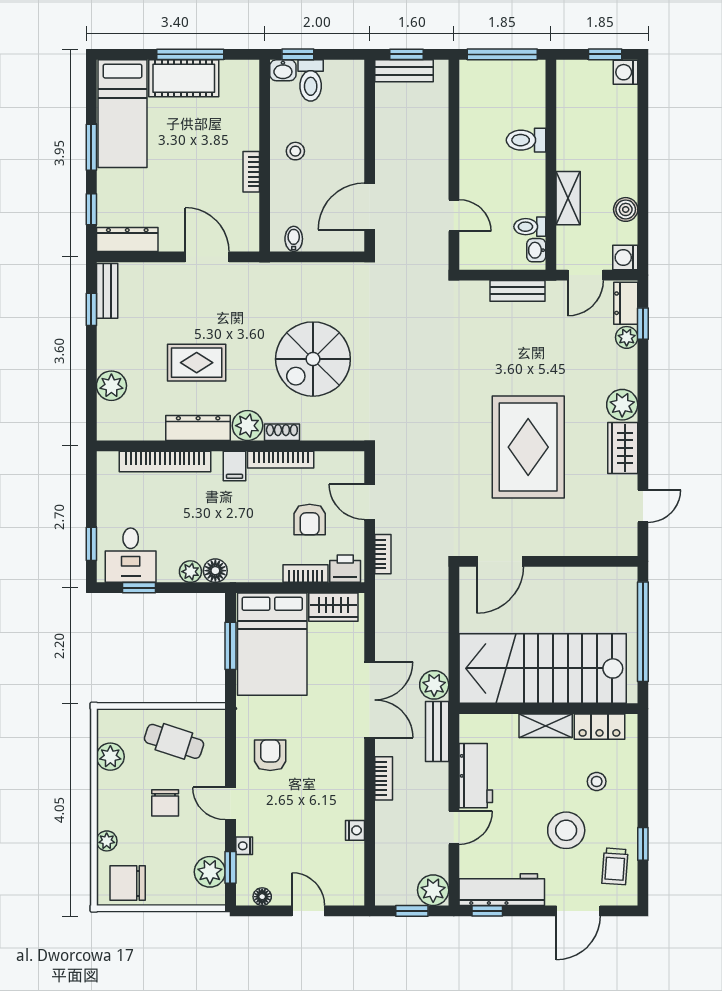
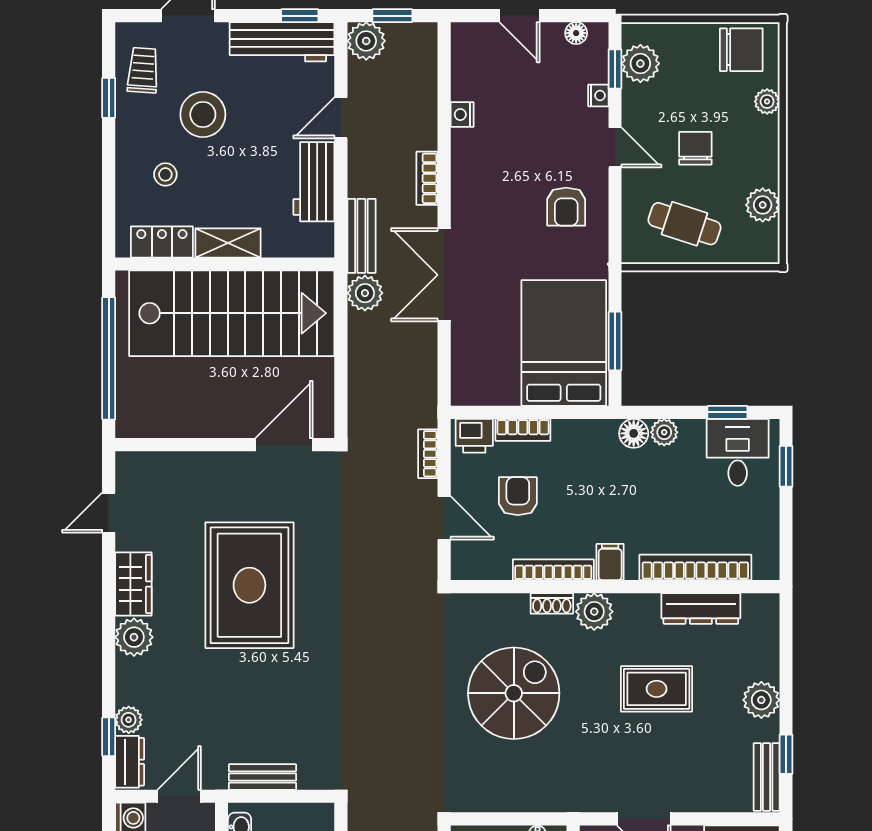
plant: (111, 386) -> (761, 700), moved
dresser: (198, 428) -> (701, 608), moved
wardrobe: (333, 607) -> (489, 388), removed

